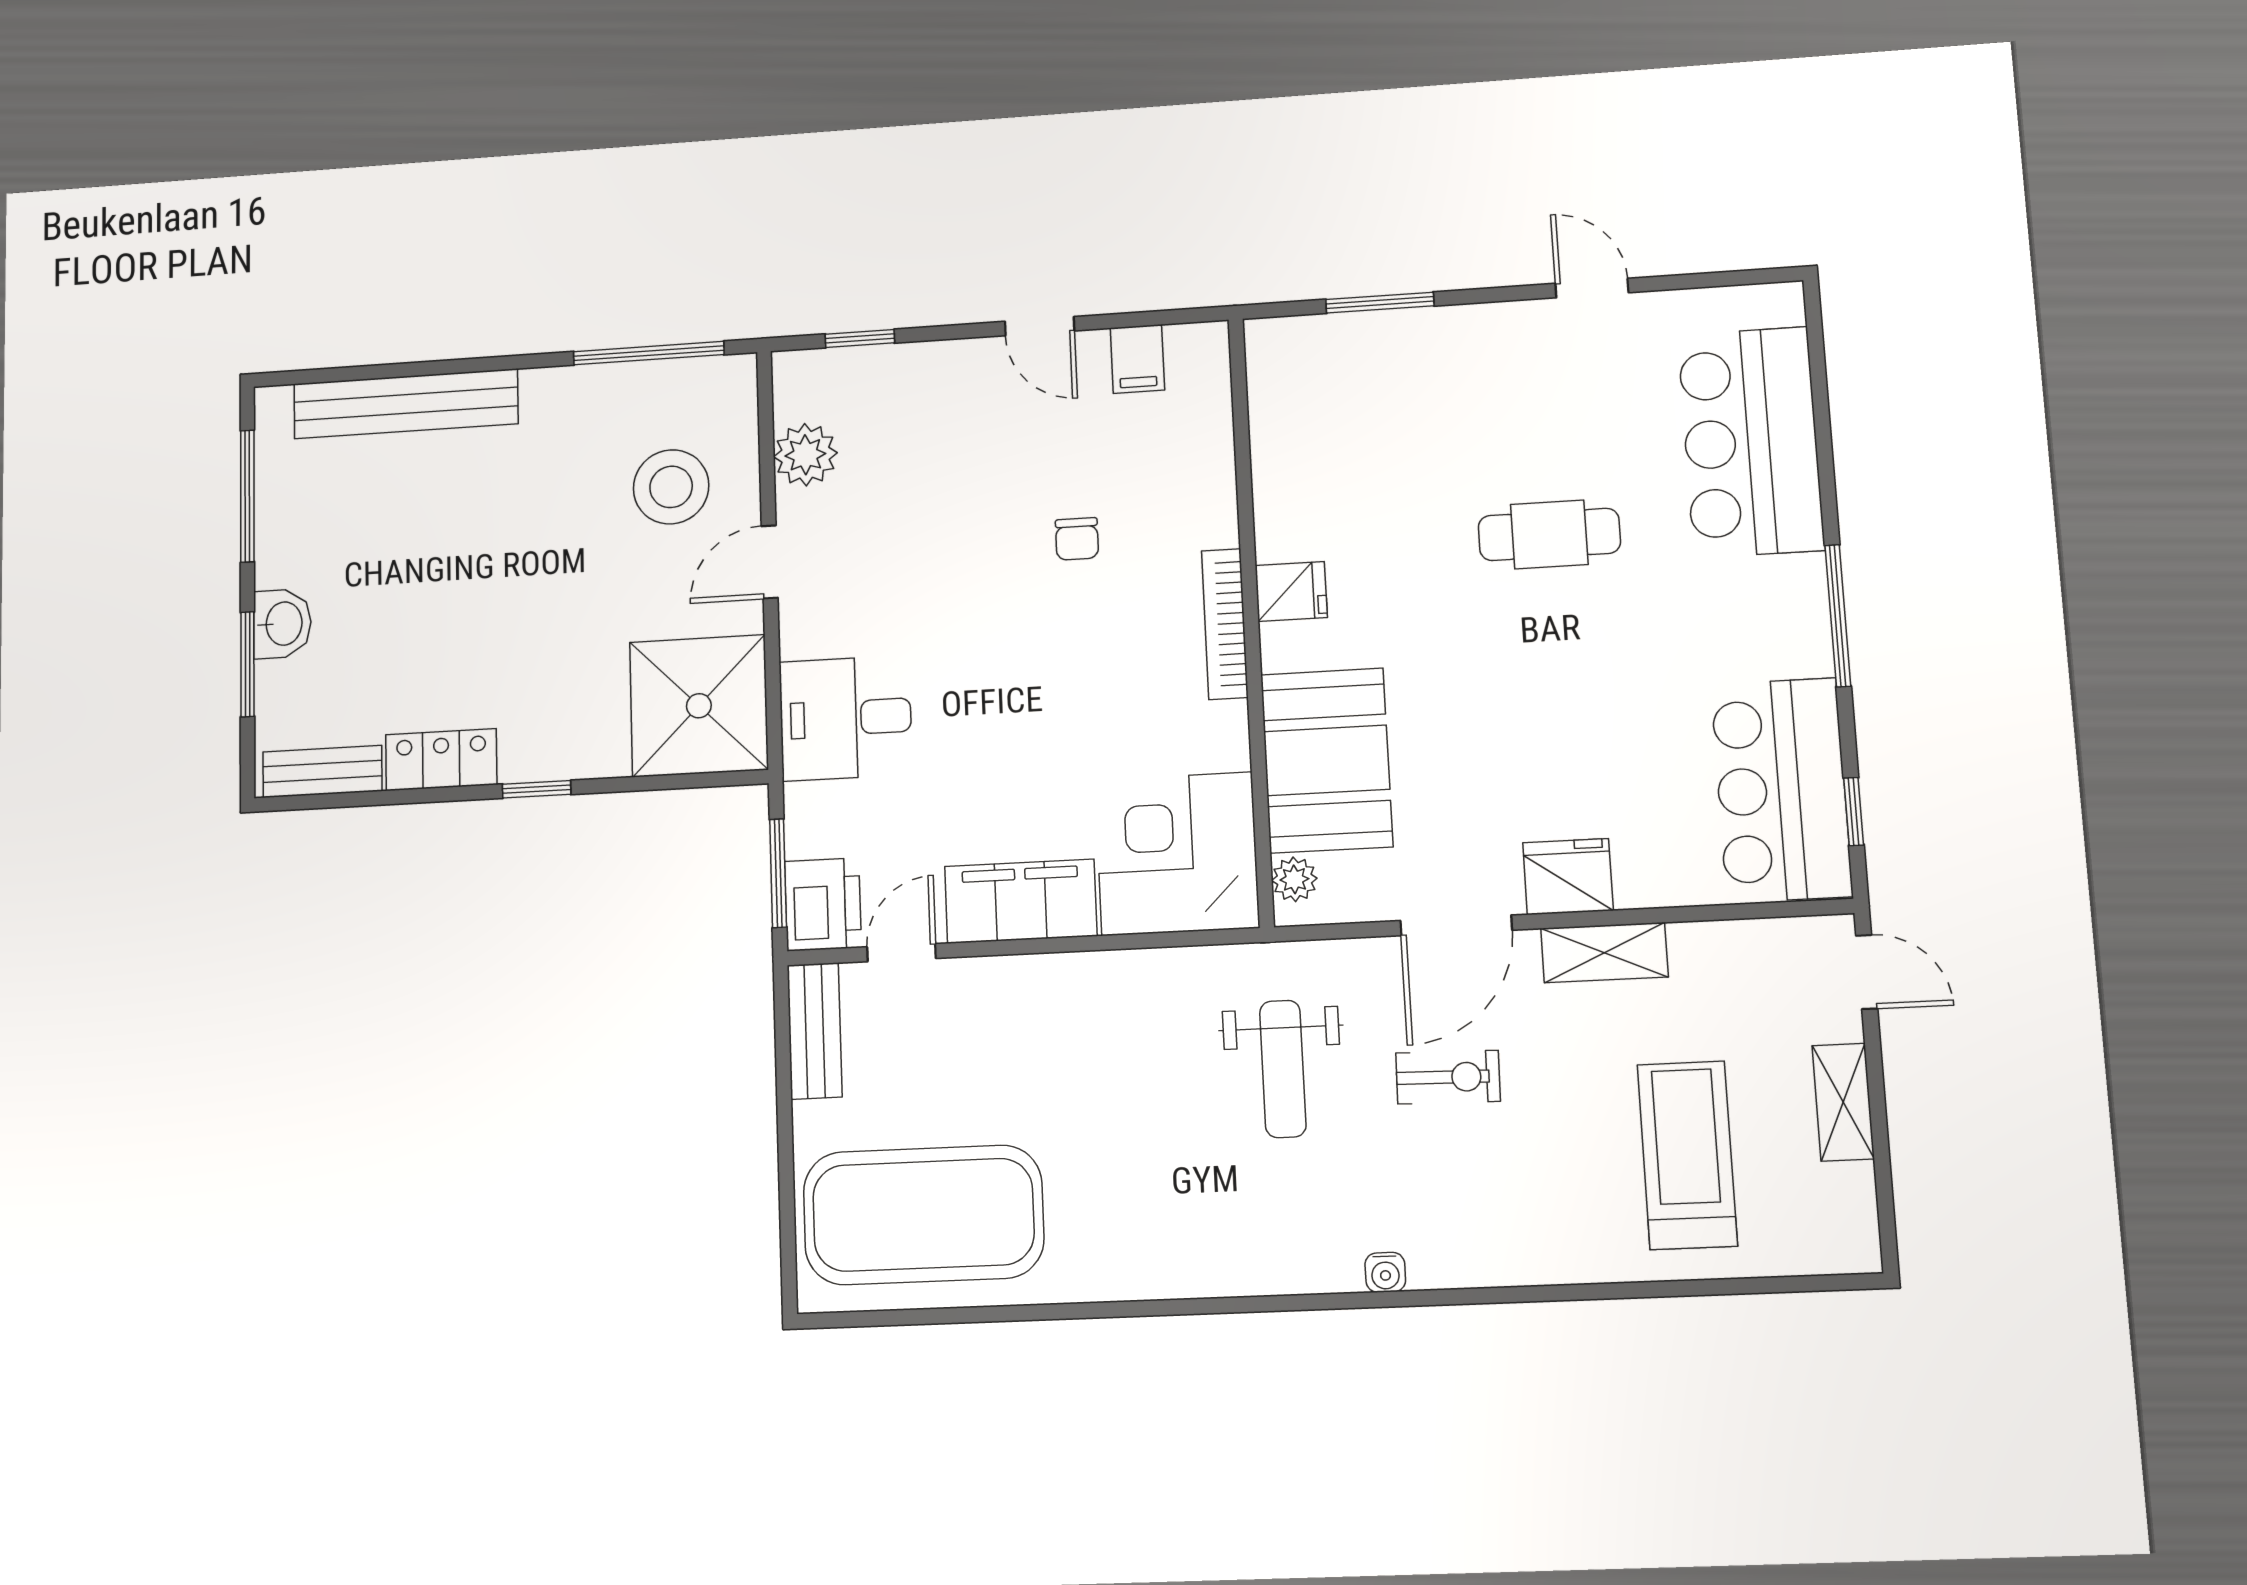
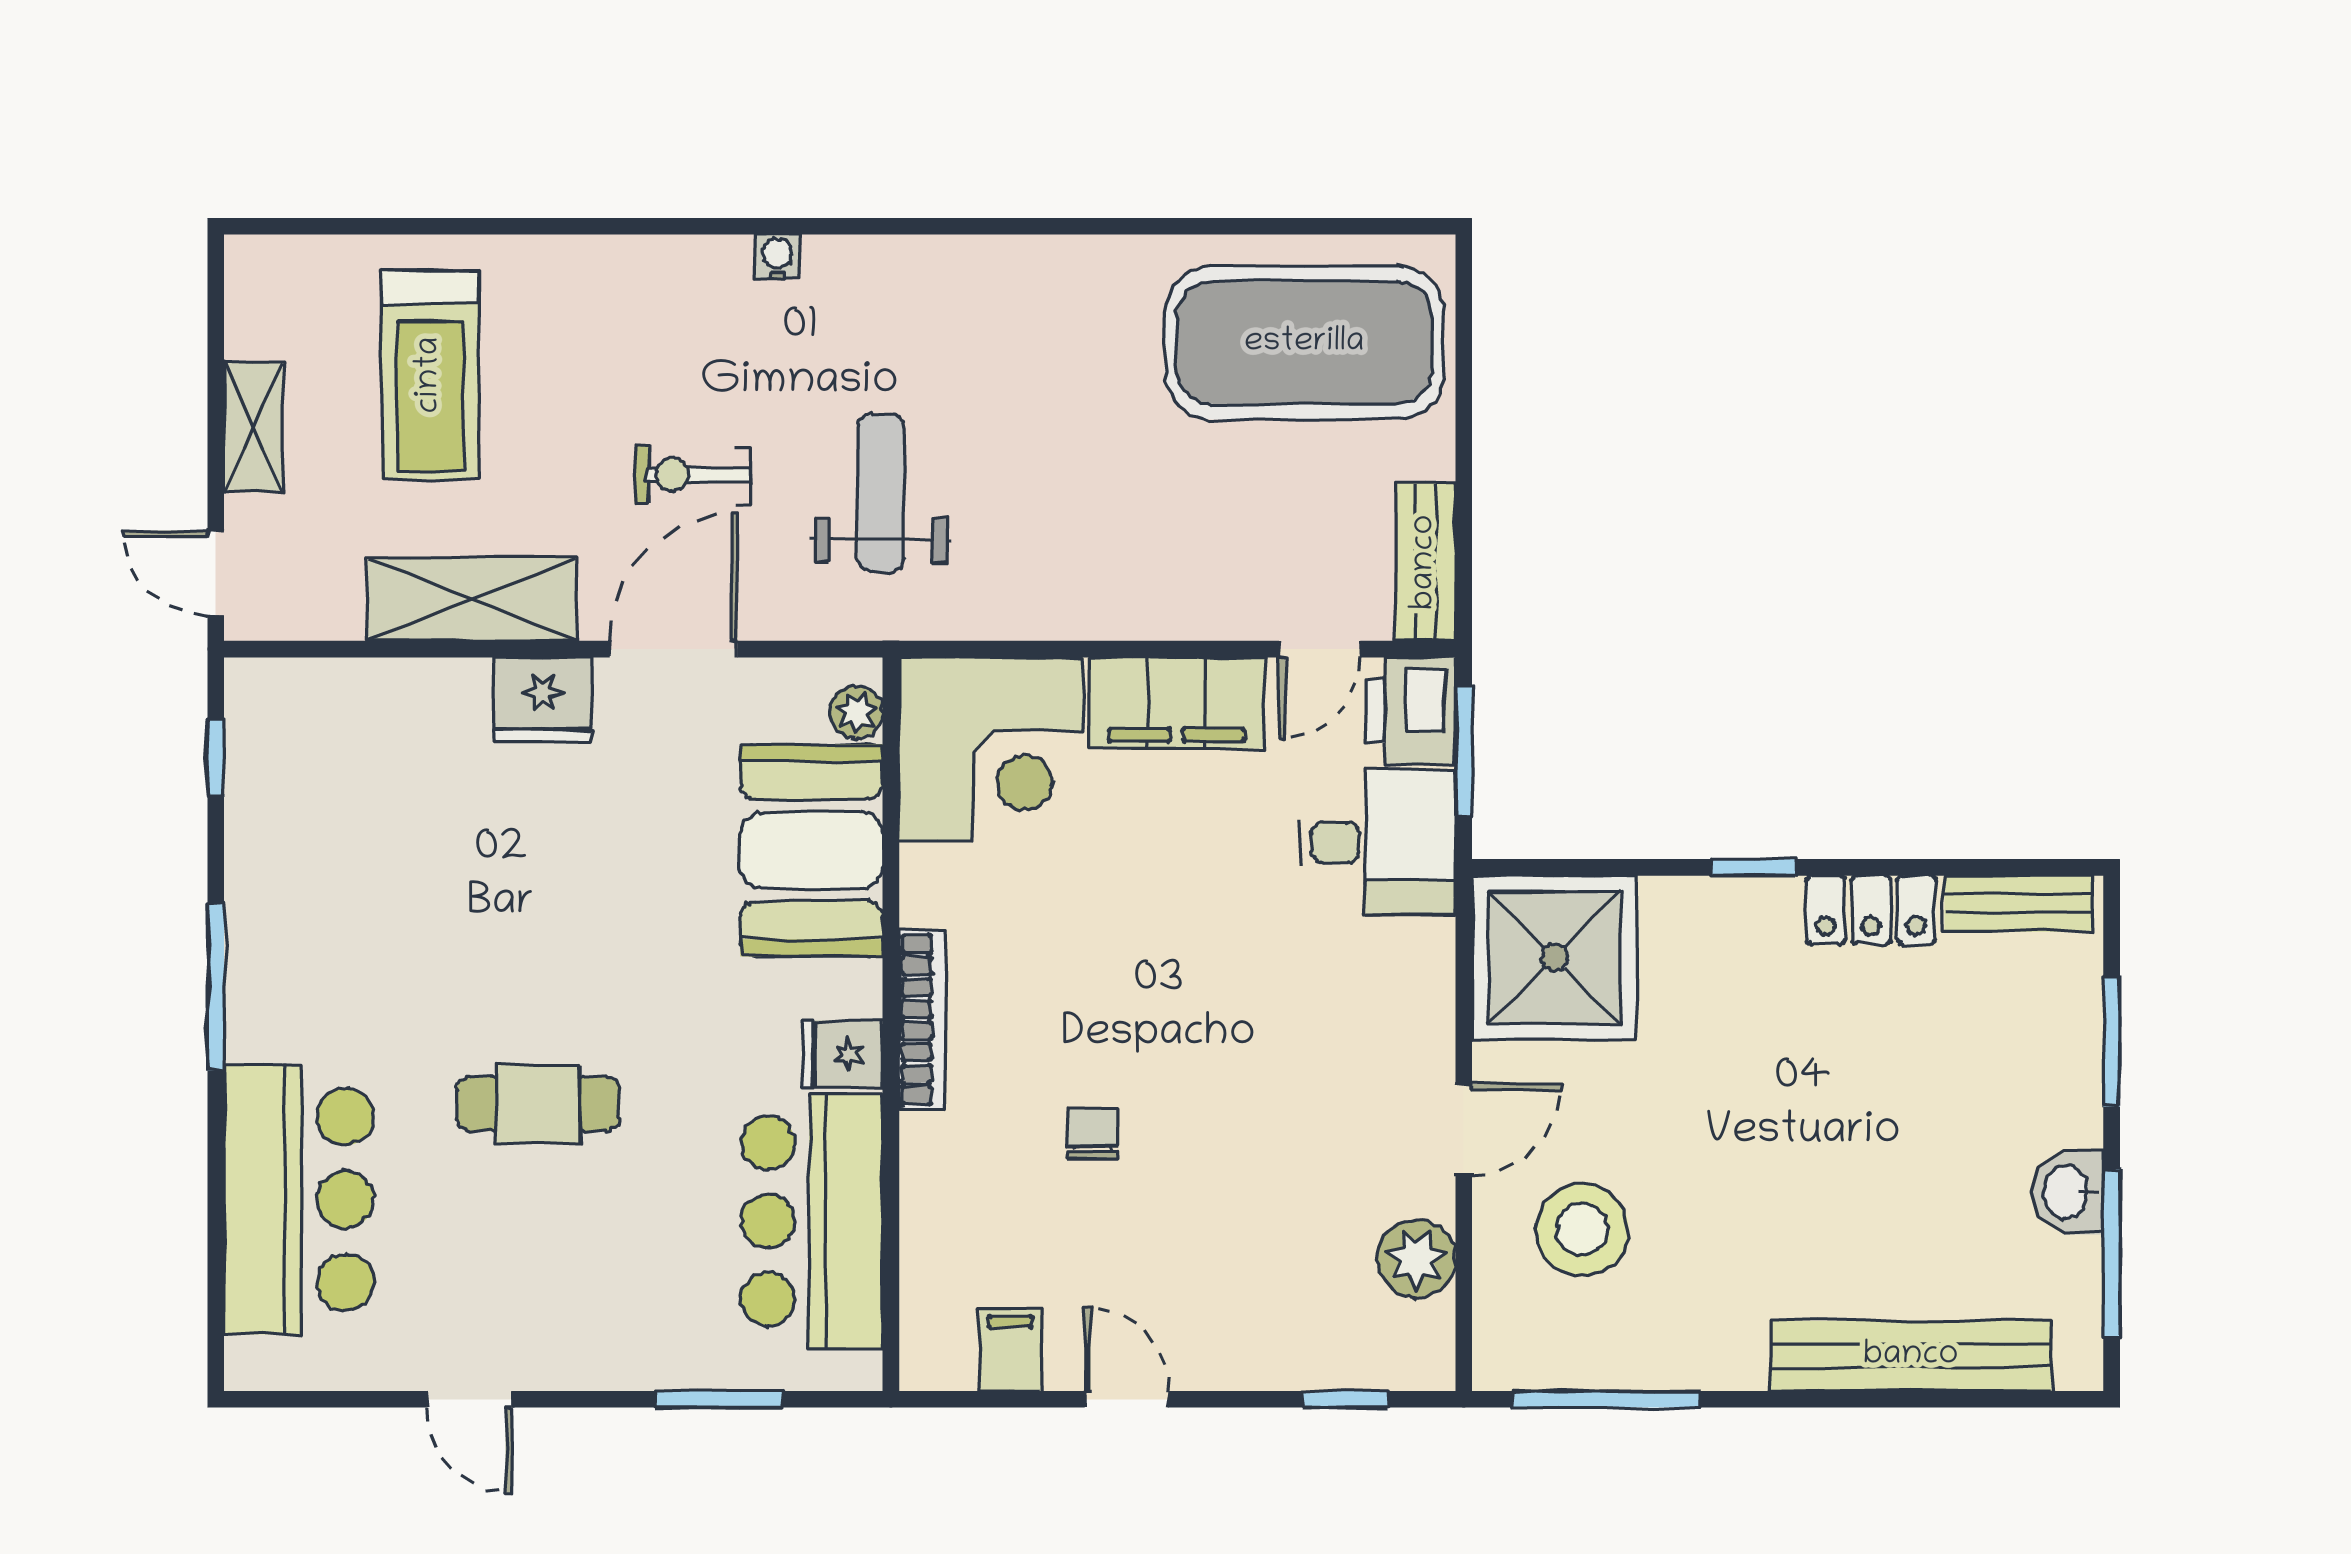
washbasin: (282, 624) -> (2068, 1192), moved
desk: (846, 718) -> (1377, 842), moved
bar counter: (1781, 790) -> (812, 1221), moved, turned 180
shelving: (1604, 953) -> (472, 599), width x1.50, depth x1.33

